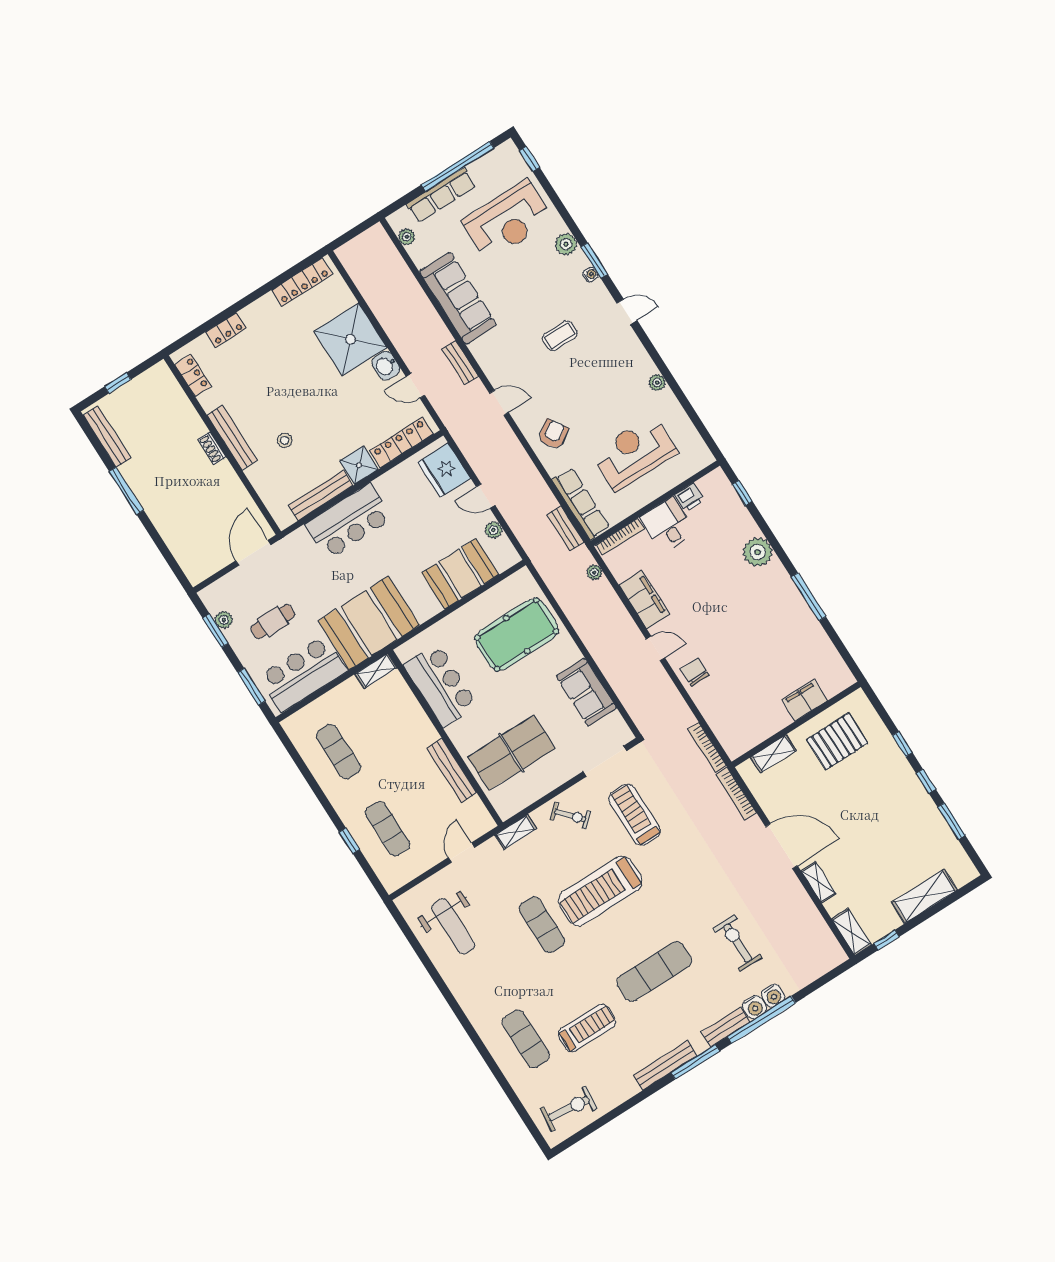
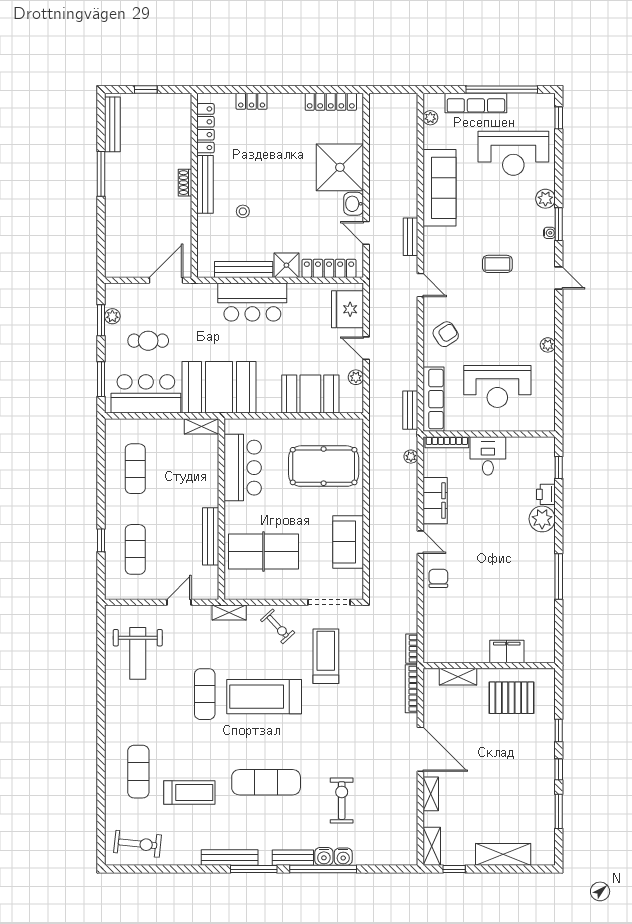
locker: (193, 375) -> (205, 128), width x1.53
reception desk: (634, 453) -> (497, 386), turned 180
printer: (690, 497) -> (546, 494), moved, turned 90
bookcase: (707, 747) -> (412, 649), width x0.64

